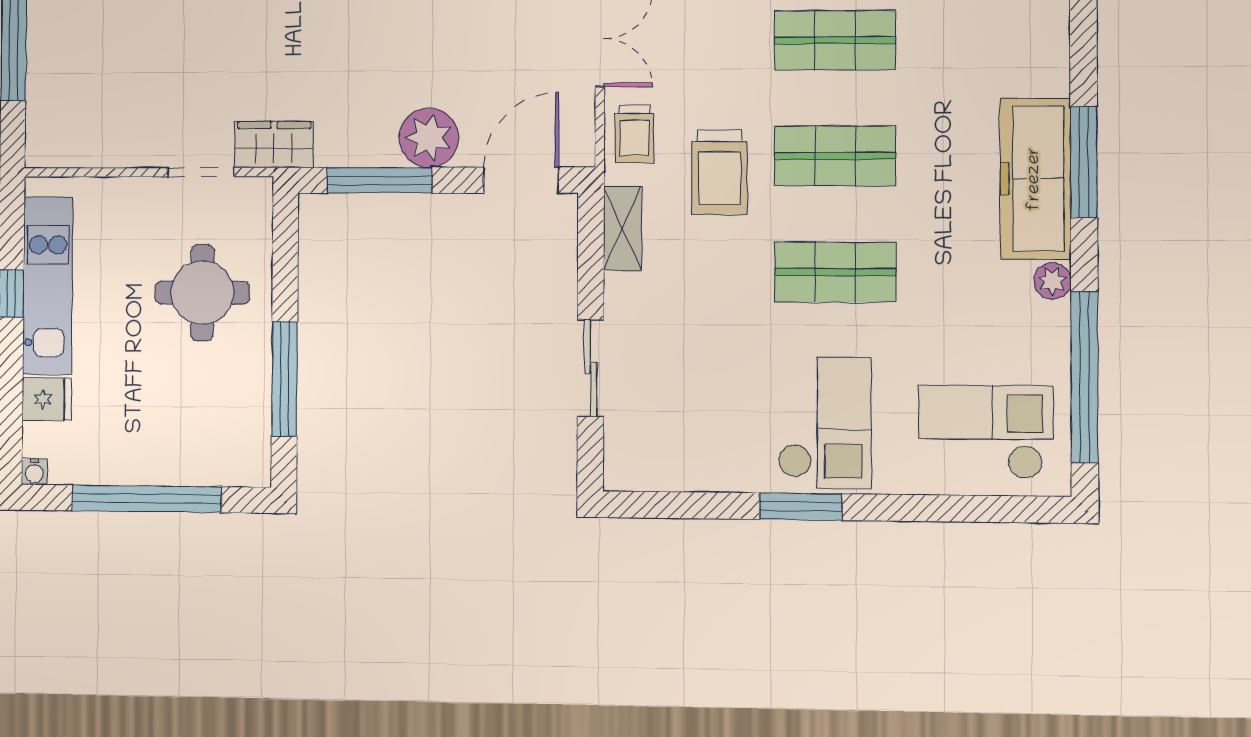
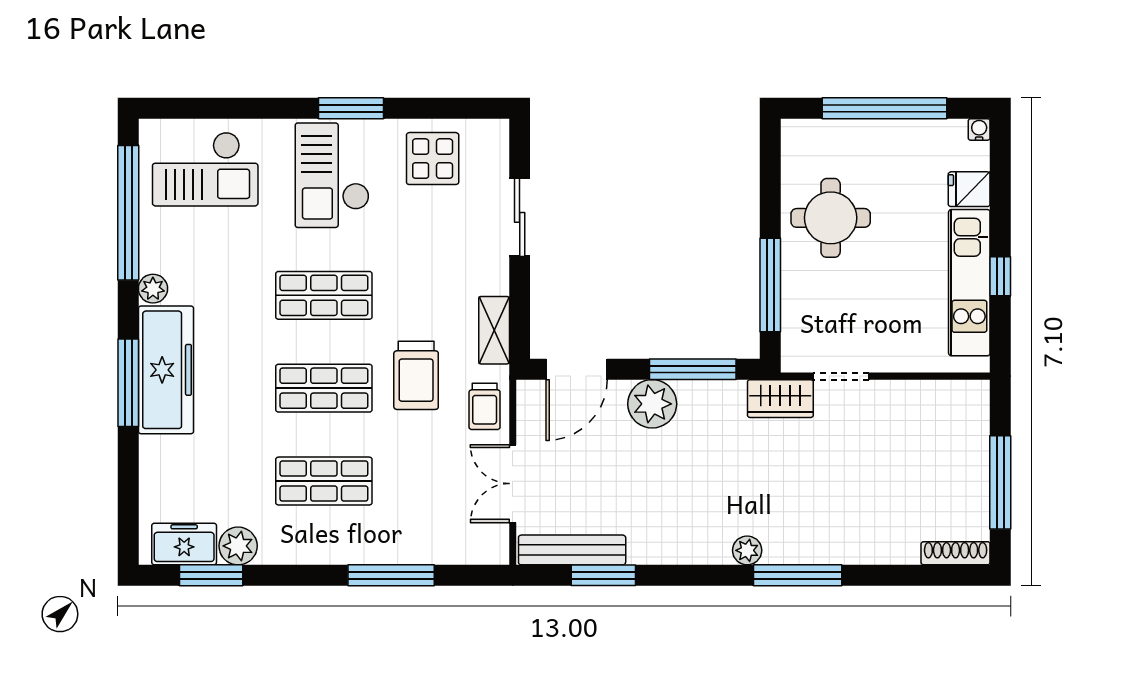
trolley: (635, 134) -> (485, 406), turned 180
trolley: (720, 172) -> (416, 375), turned 180
round table: (202, 293) -> (831, 218), moved
window: (284, 379) -> (770, 285), moved
display table: (699, 442) -> (433, 159), added

